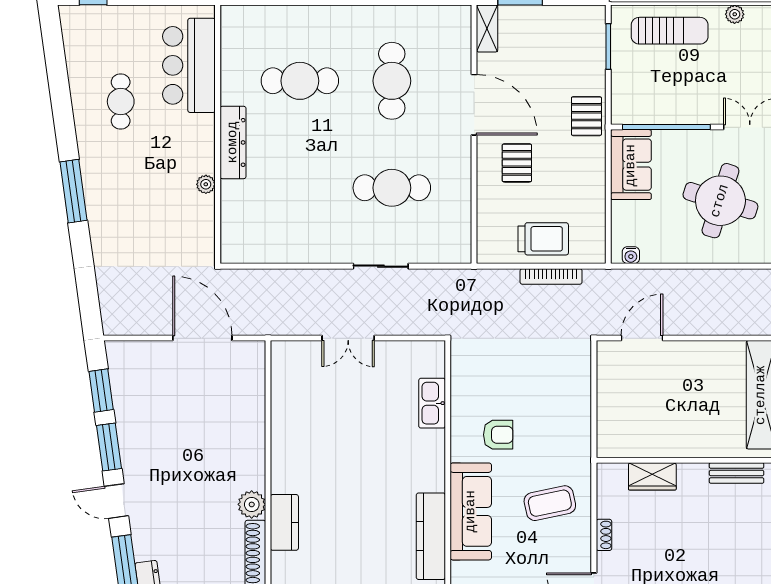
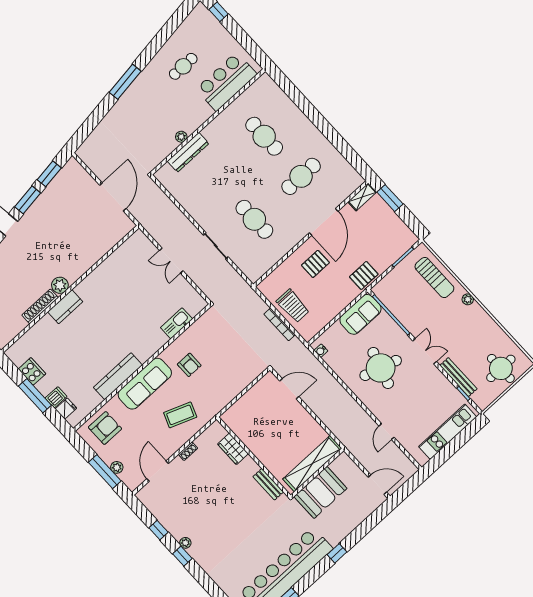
dresser: (233, 142) -> (188, 152), moved
coffee table: (550, 503) -> (180, 415), turned -57

